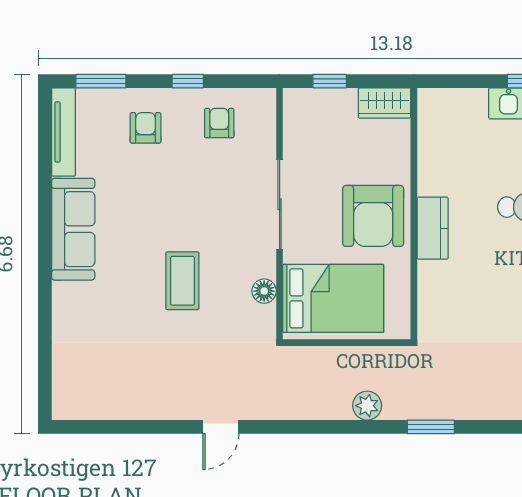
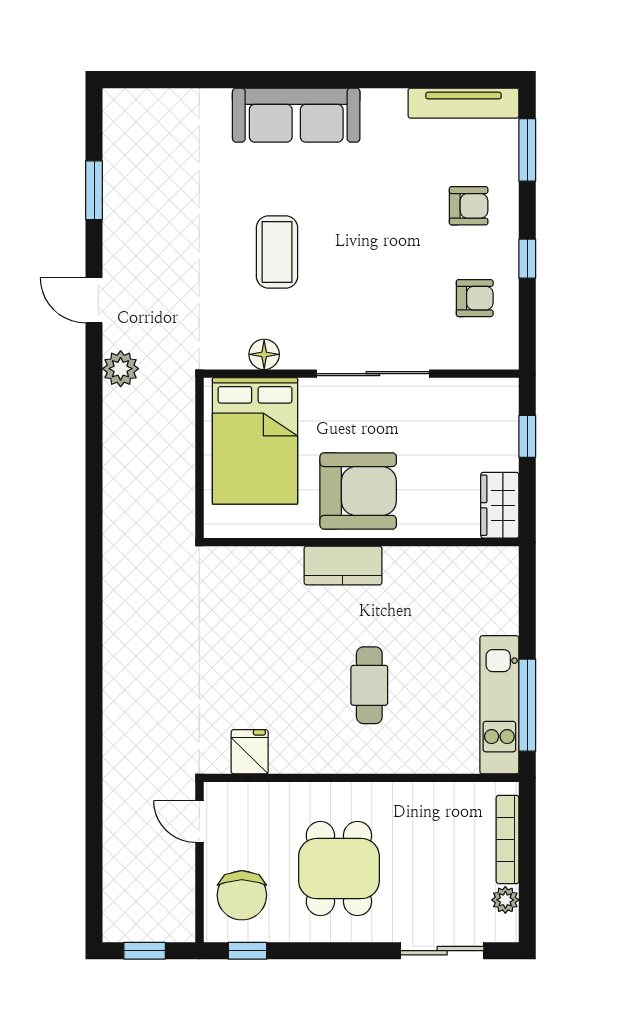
armchair: (373, 216) -> (358, 491), turned 180
sofa: (73, 229) -> (296, 115), moved
coffee table: (182, 281) -> (277, 252), turned 90
plant: (367, 406) -> (121, 369), moved
window: (431, 427) -> (94, 190), moved

